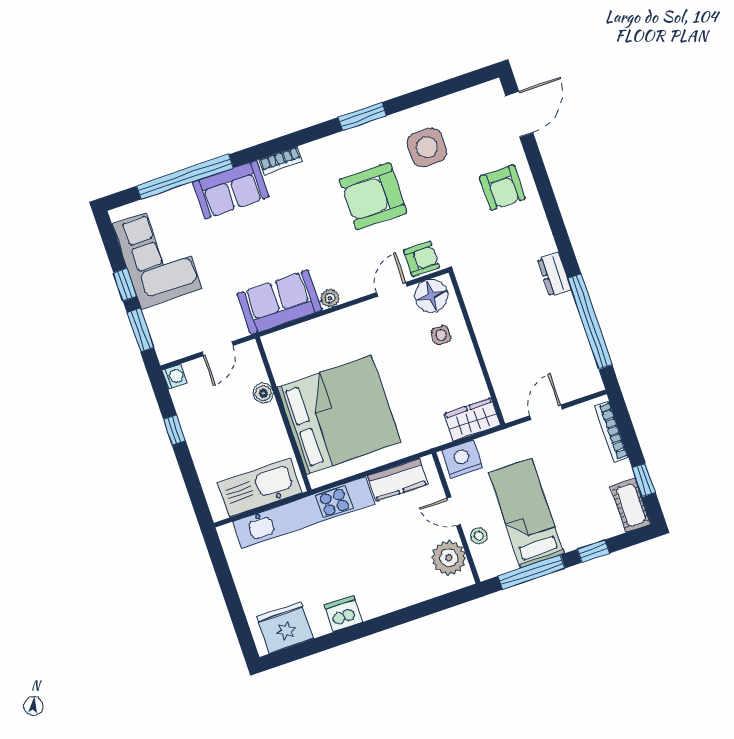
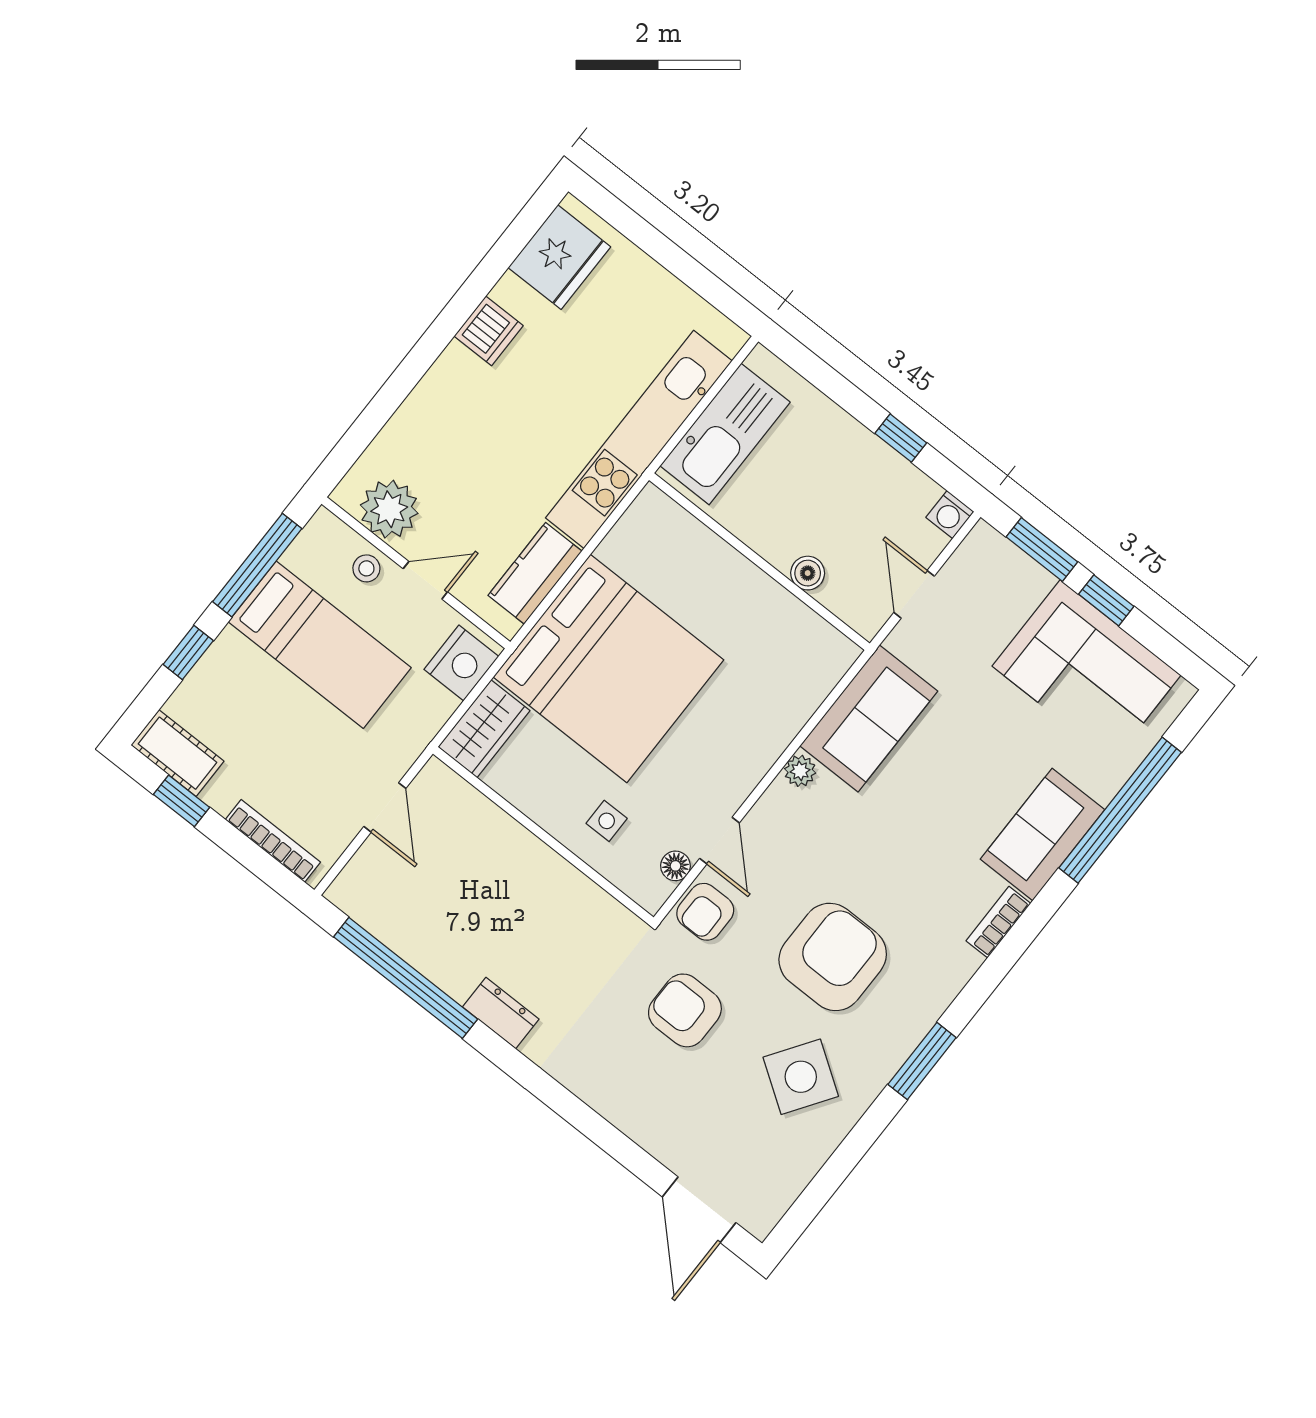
side table: (427, 147) -> (801, 1077), turned 34
armchair: (502, 187) -> (685, 1010), moved
floor lamp: (431, 296) -> (675, 866), width x0.53, depth x0.53
bed: (339, 415) -> (608, 668), moved, turned -90

